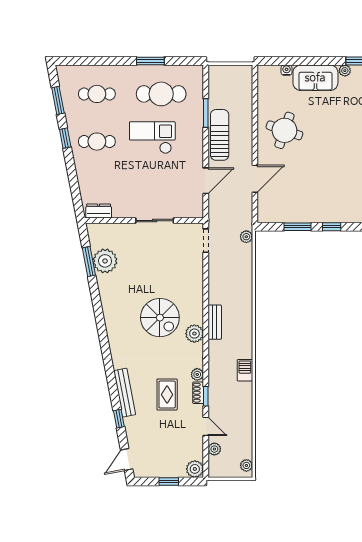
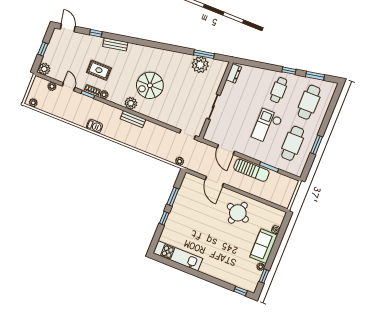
cafe table: (97, 94) -> (309, 102), width x1.37, depth x1.35
checkout: (152, 138) -> (267, 126), turned 180
bench: (125, 393) -> (115, 44), width x0.73
door: (206, 426) -> (69, 87), swing flipped

